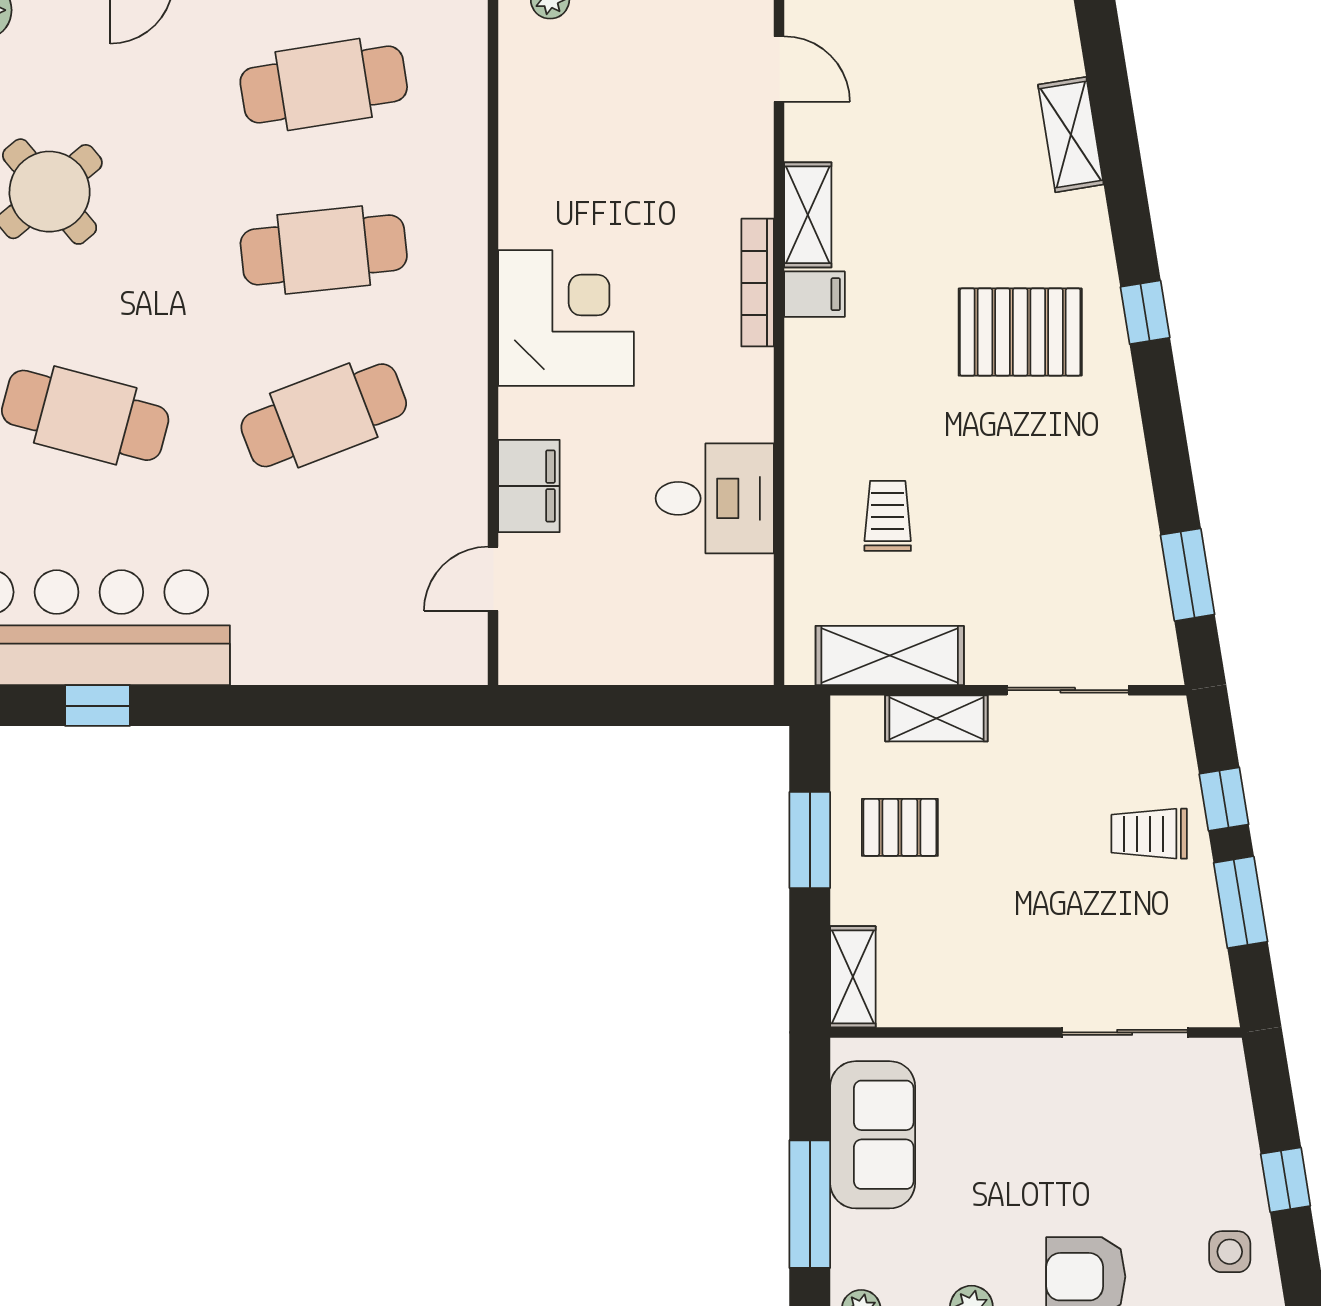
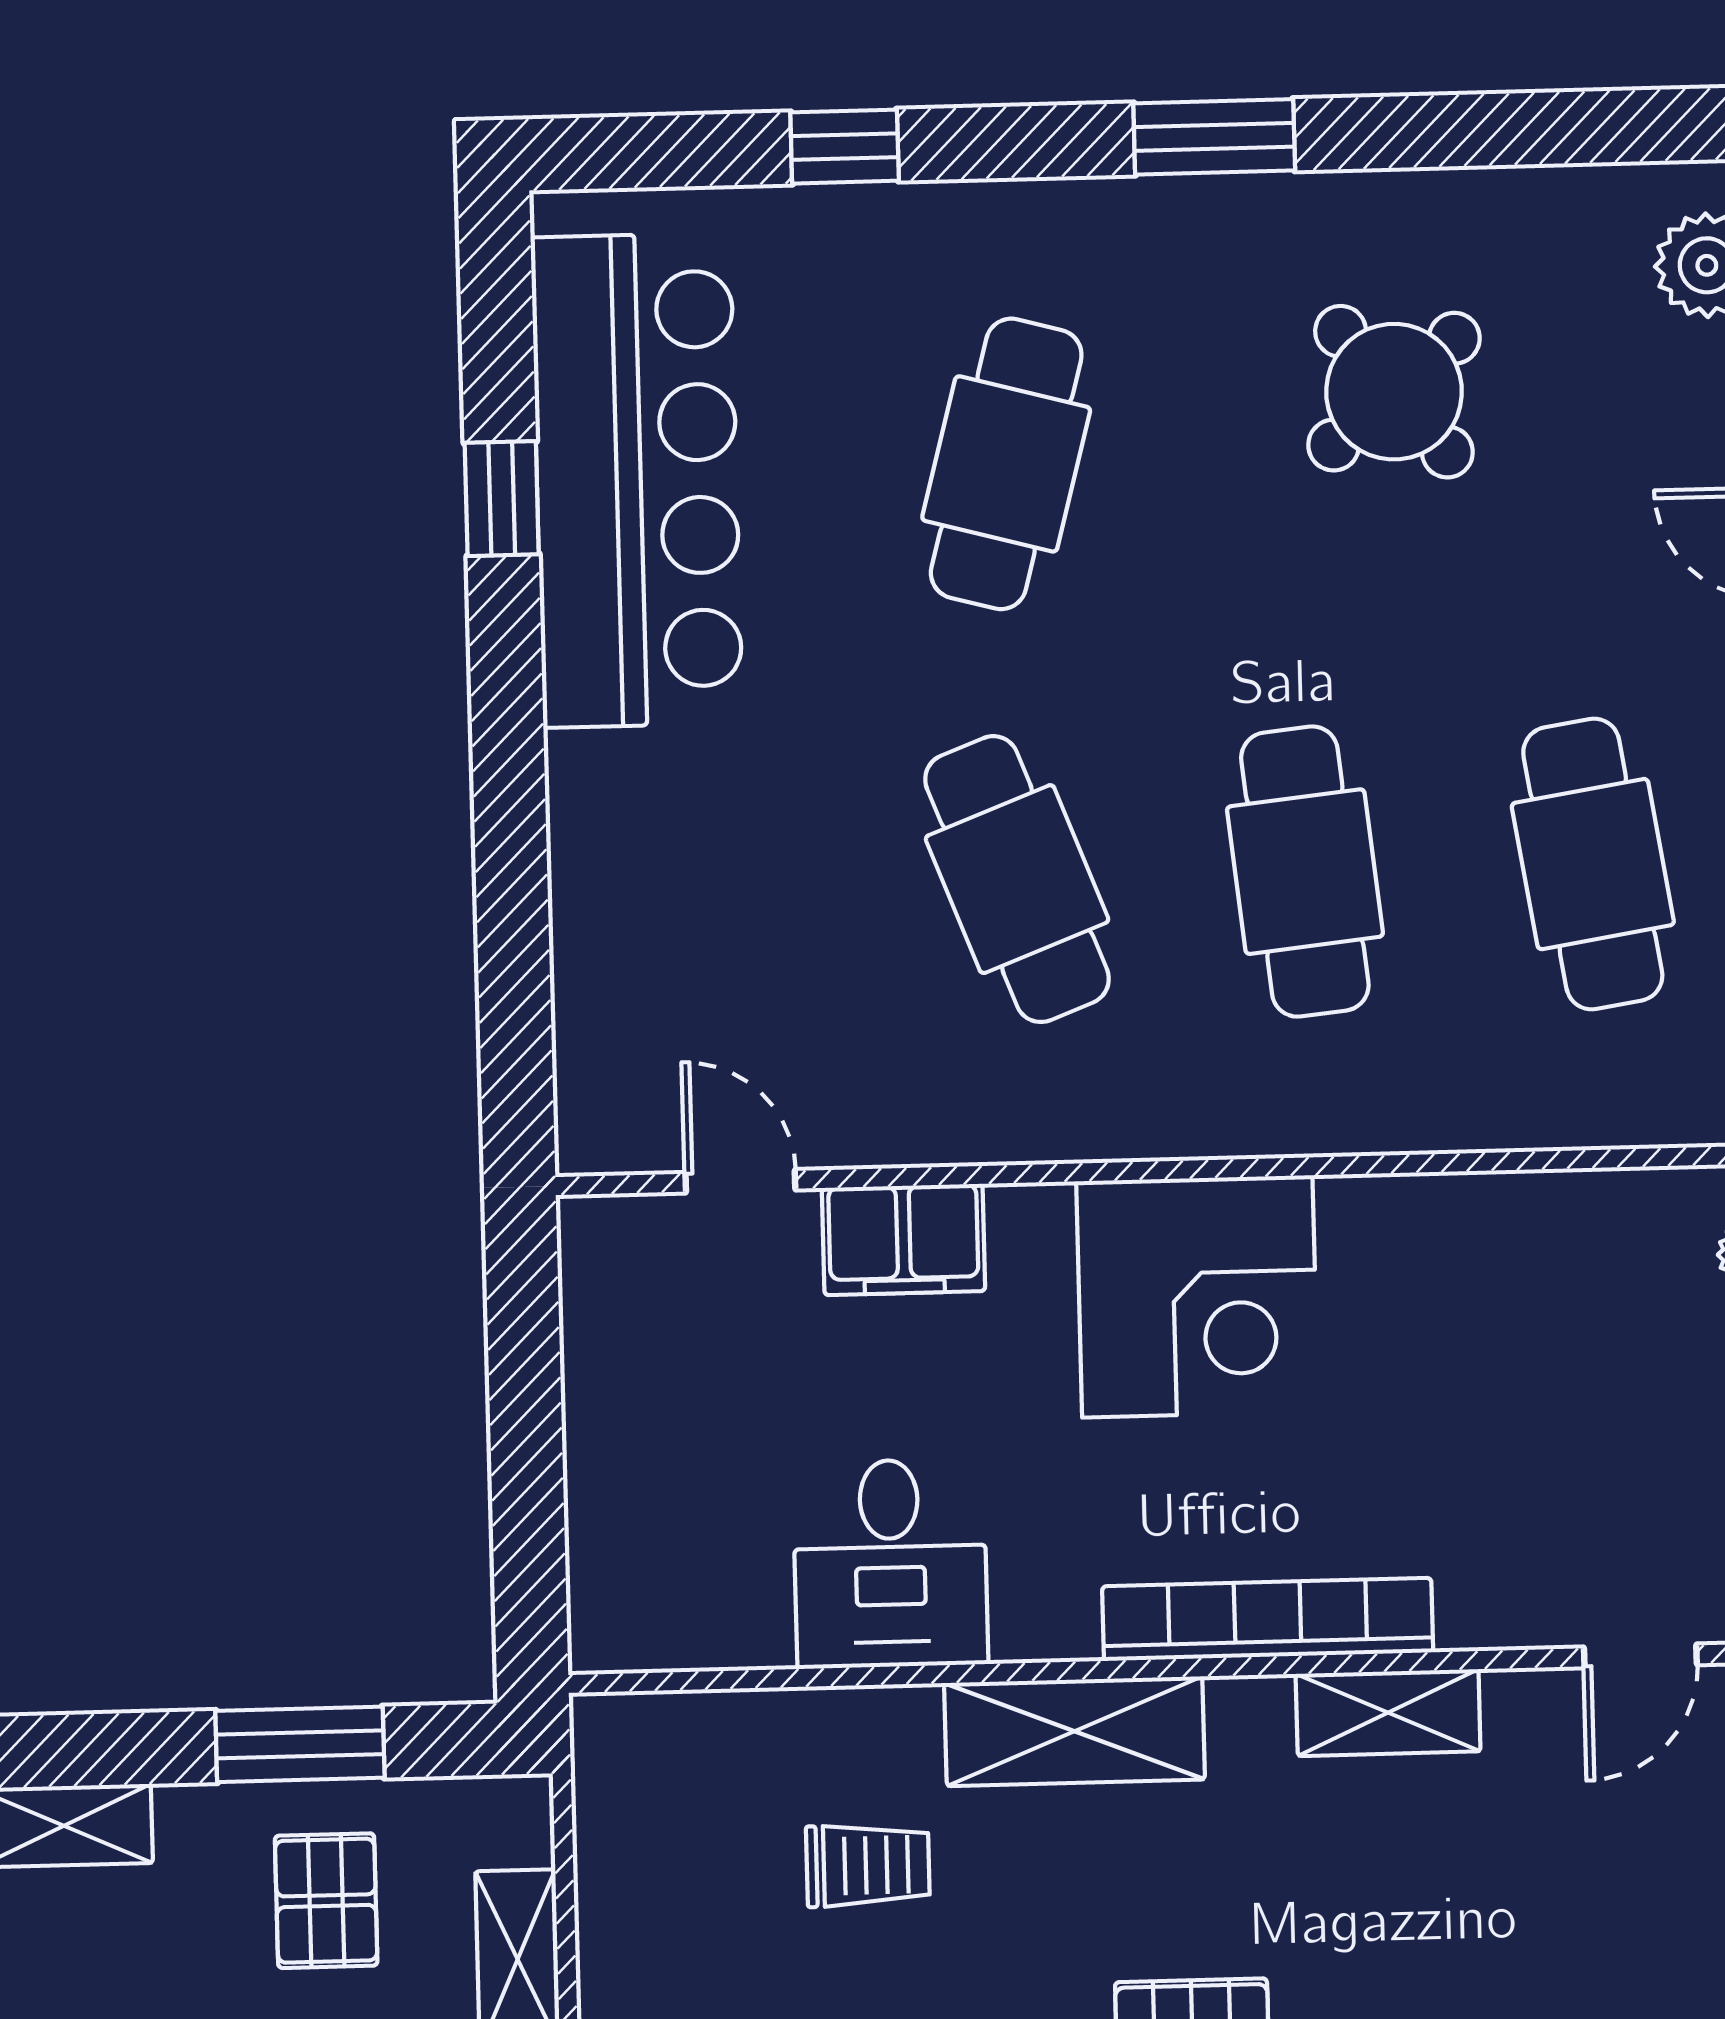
bookcase: (758, 283) -> (1268, 1619), width x1.48, depth x1.31
filing cabinet: (814, 294) -> (1250, 1728), removed
shelving: (890, 655) -> (1075, 1731), moved, turned 90

